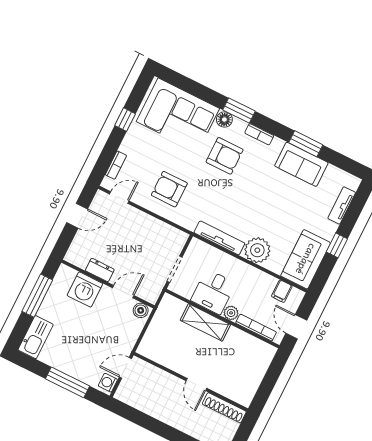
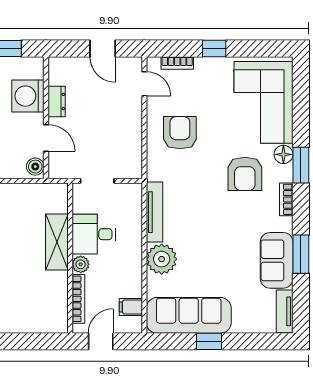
window: (125, 120) -> (214, 48), moved
tv unit: (342, 205) -> (285, 311), moved, turned -90
sofa: (306, 259) -> (189, 315), width x1.36

